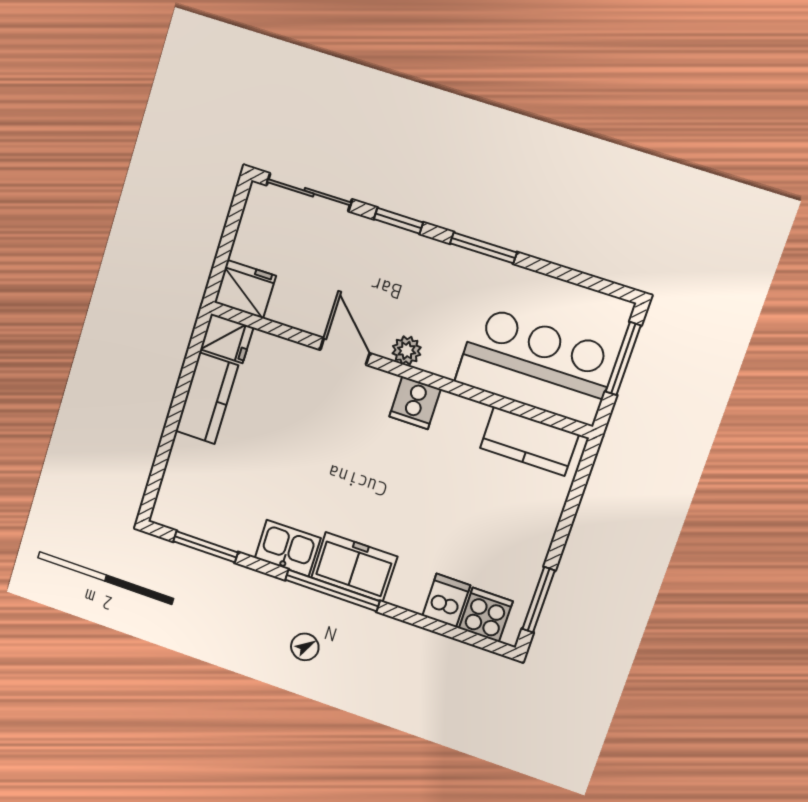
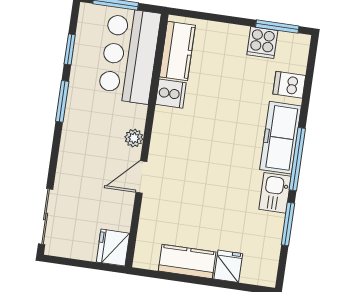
window: (398, 221) -> (70, 49), moved
fridge: (227, 338) -> (228, 266), moved
cooker: (415, 403) -> (171, 94), moved
window: (206, 547) -> (288, 224), moved
freezer: (354, 567) -> (280, 138), width x1.40
cooker: (486, 615) -> (262, 43), moved, turned -90

